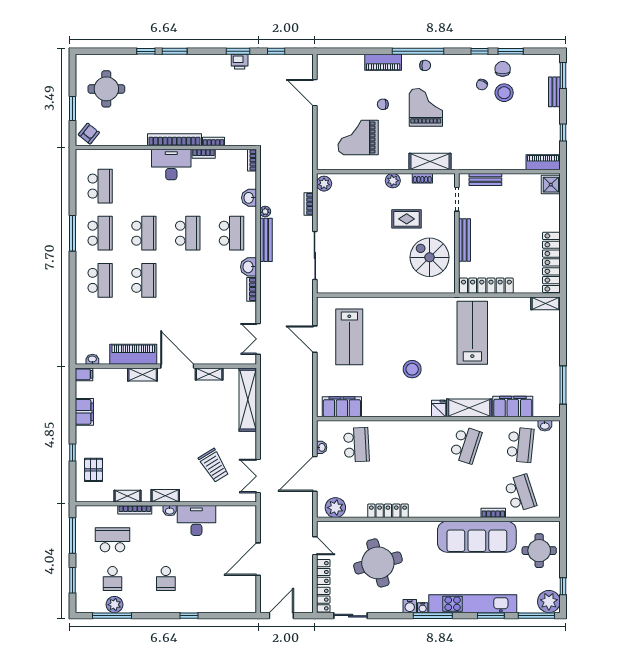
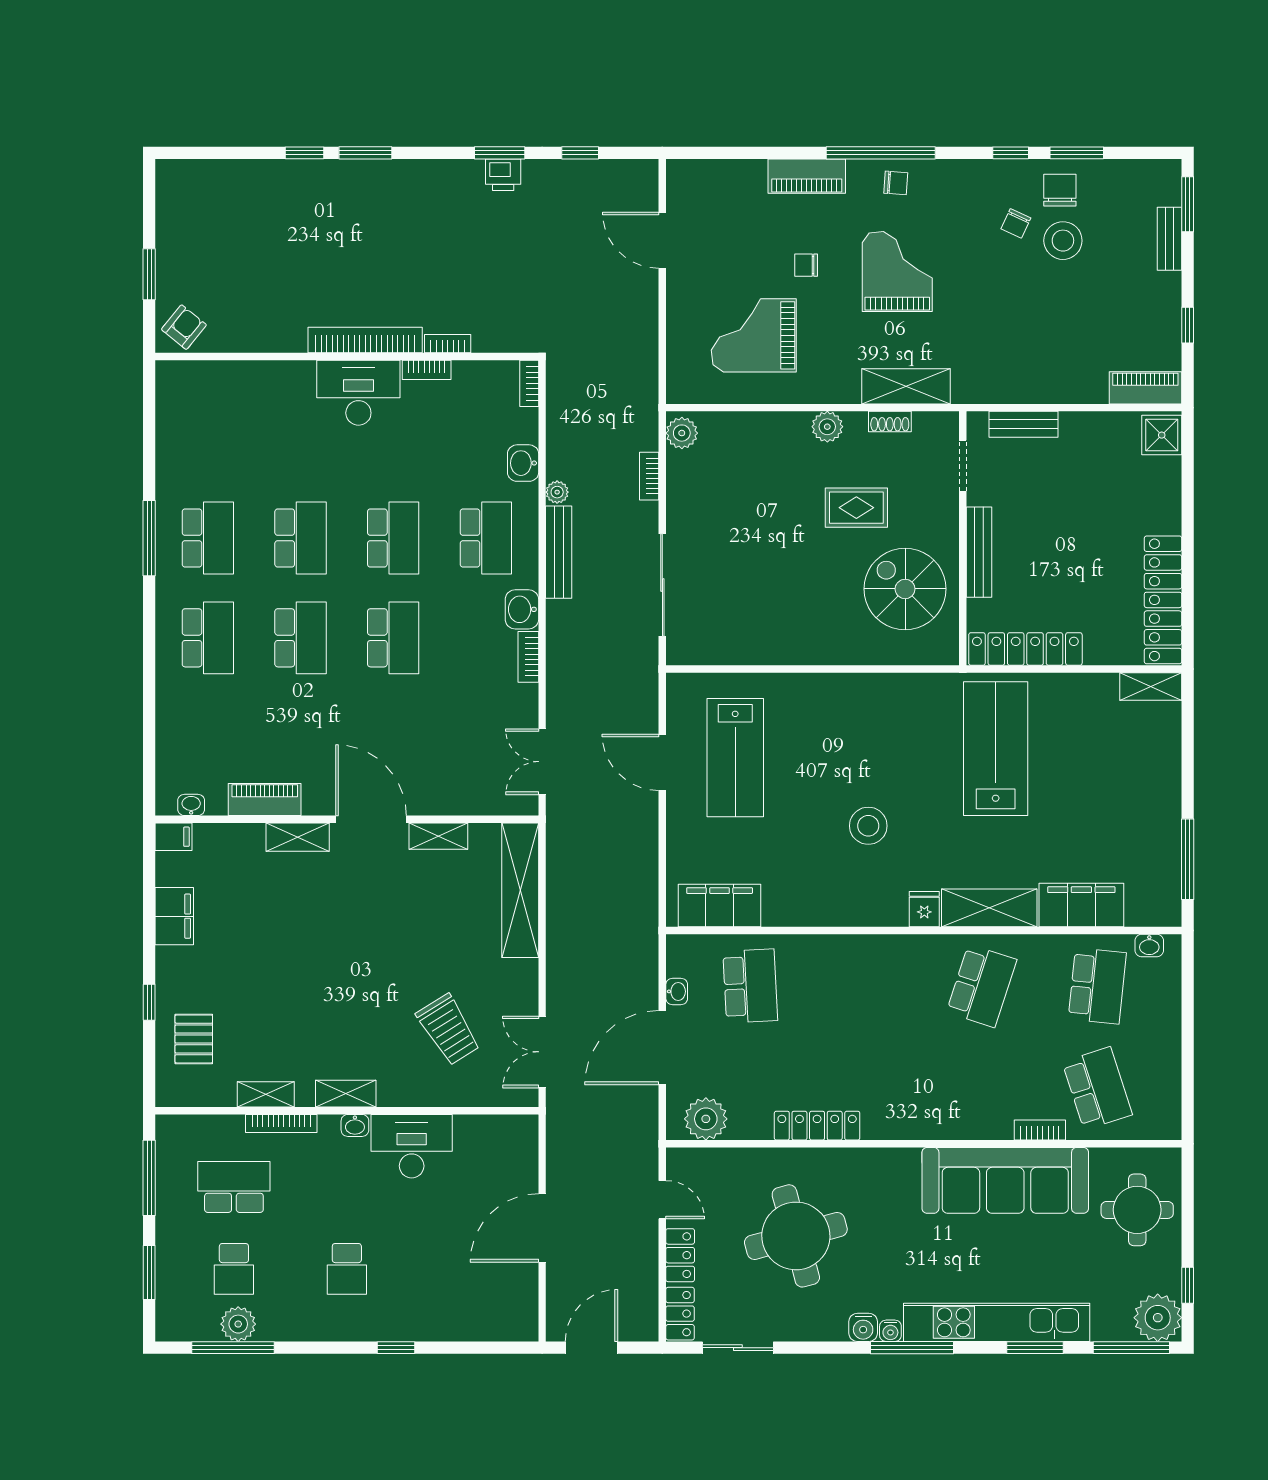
round table: (106, 89) -> (221, 233), removed
school desk: (100, 186) -> (393, 638), moved
piano: (133, 354) -> (265, 799), width x0.73, depth x0.75

